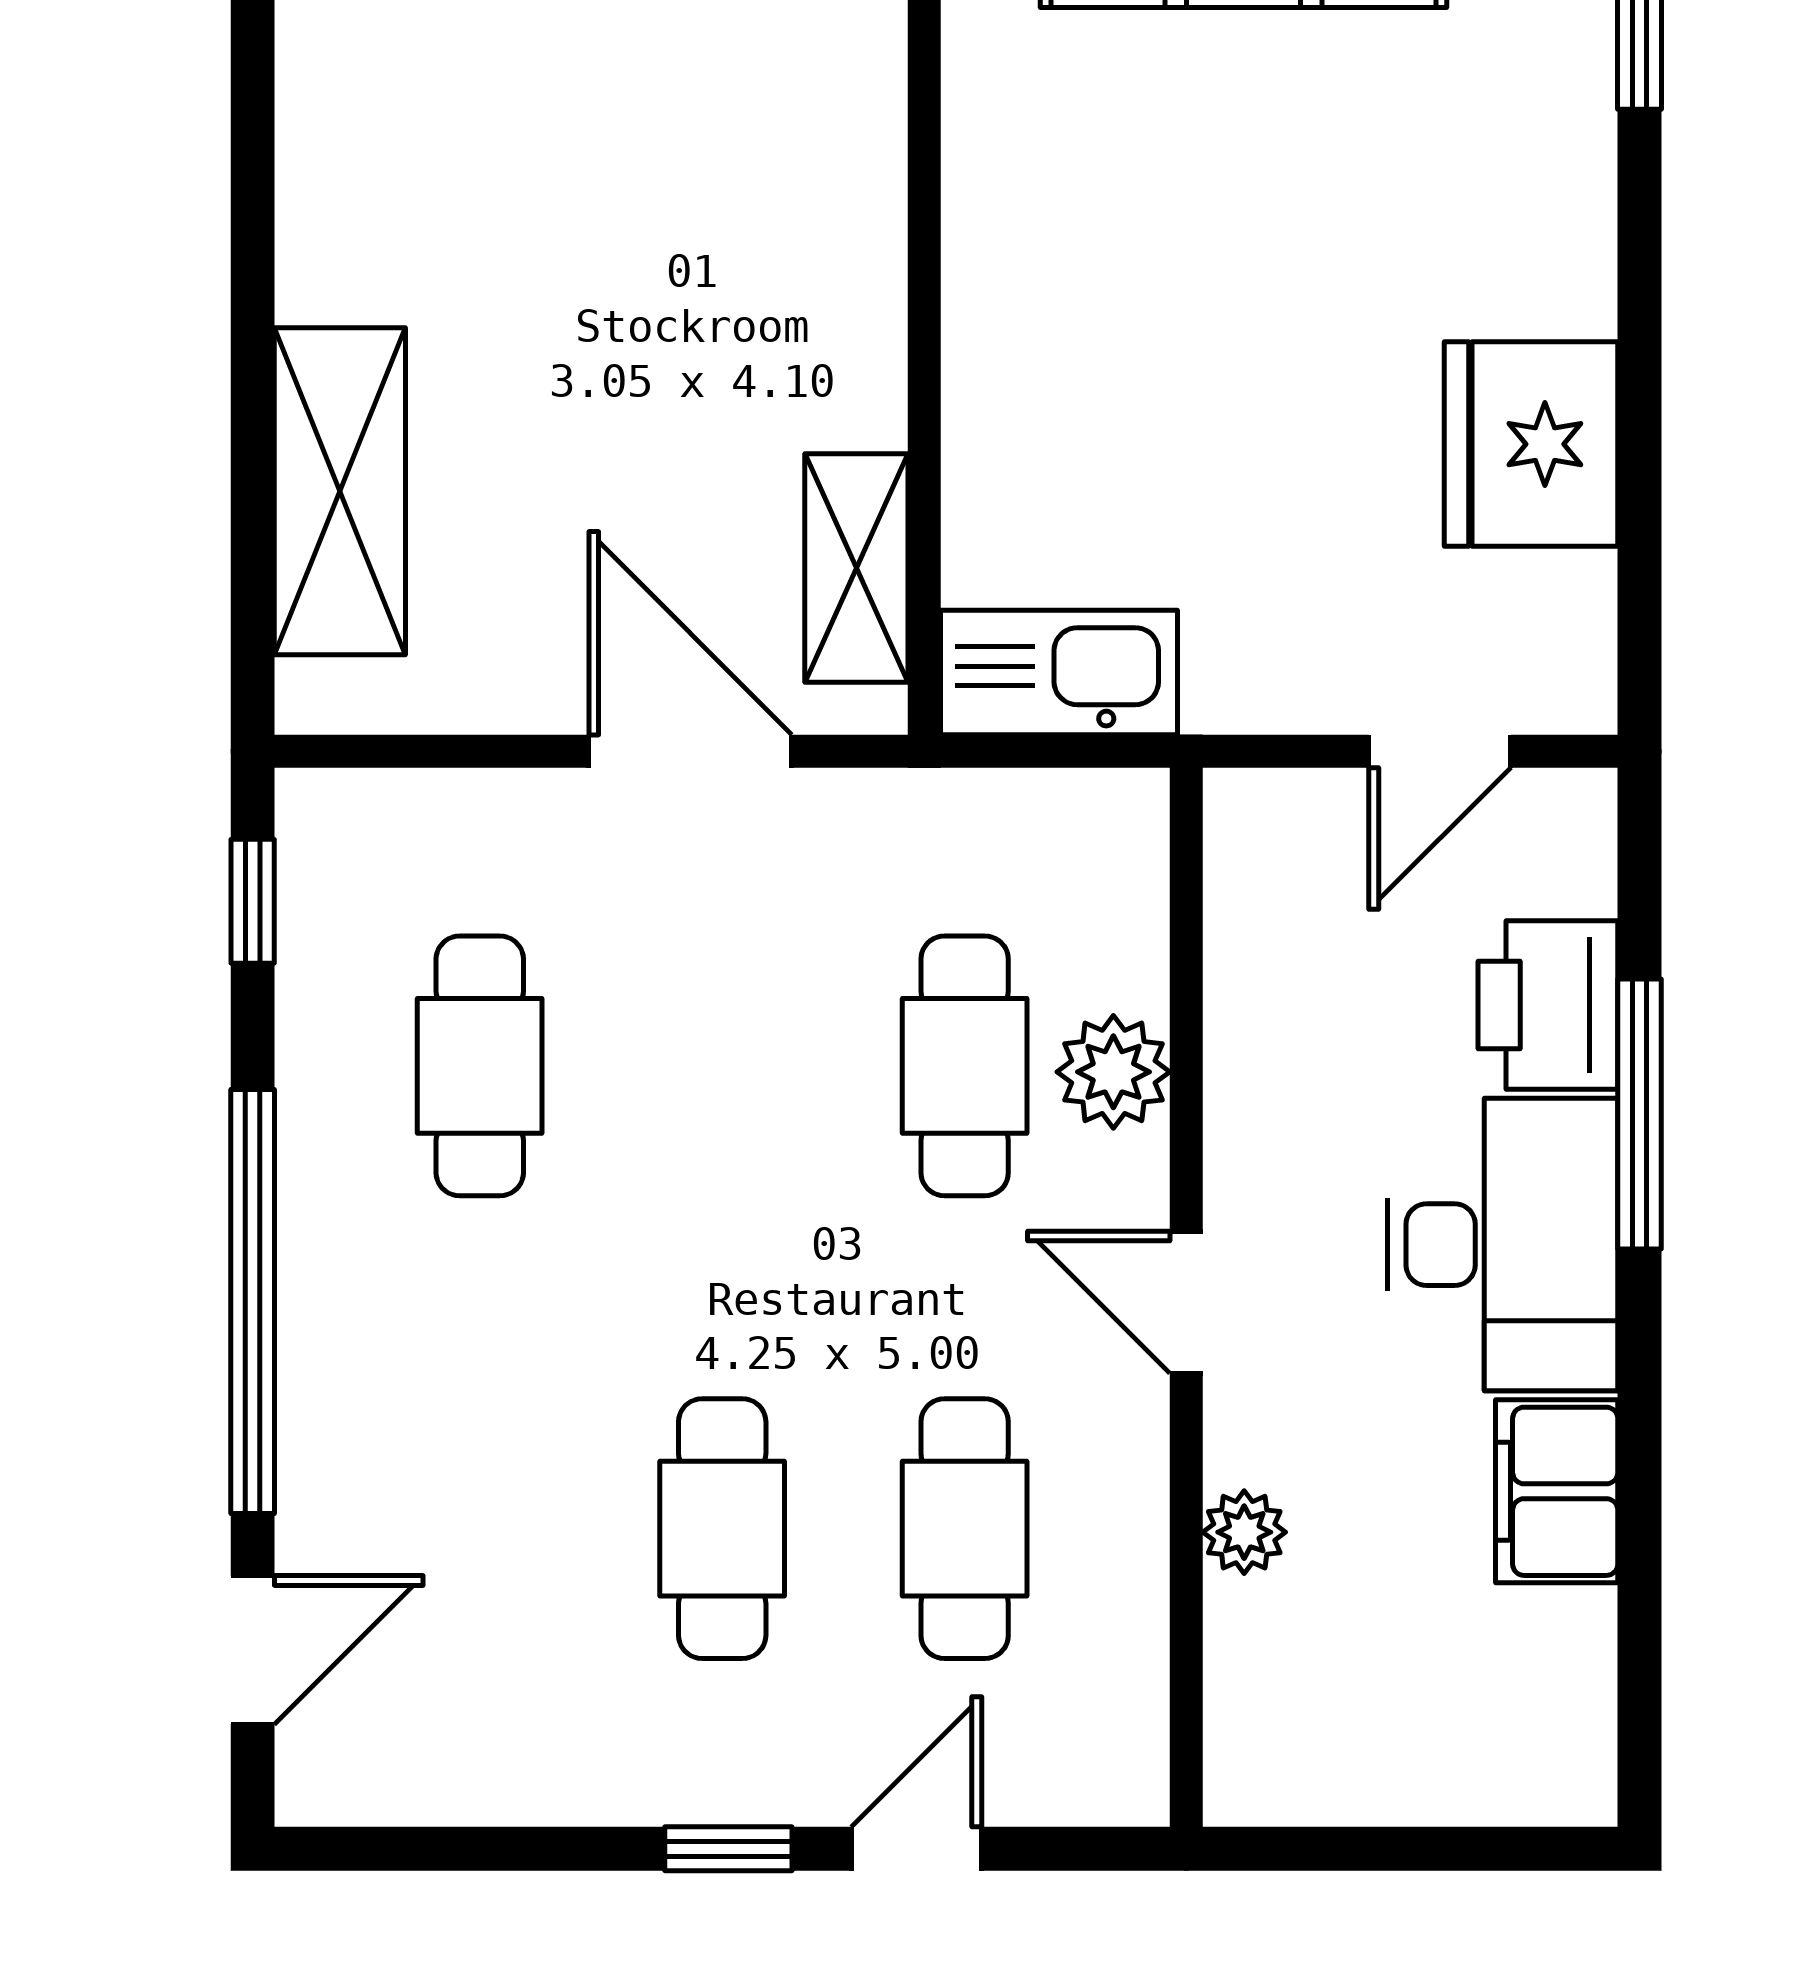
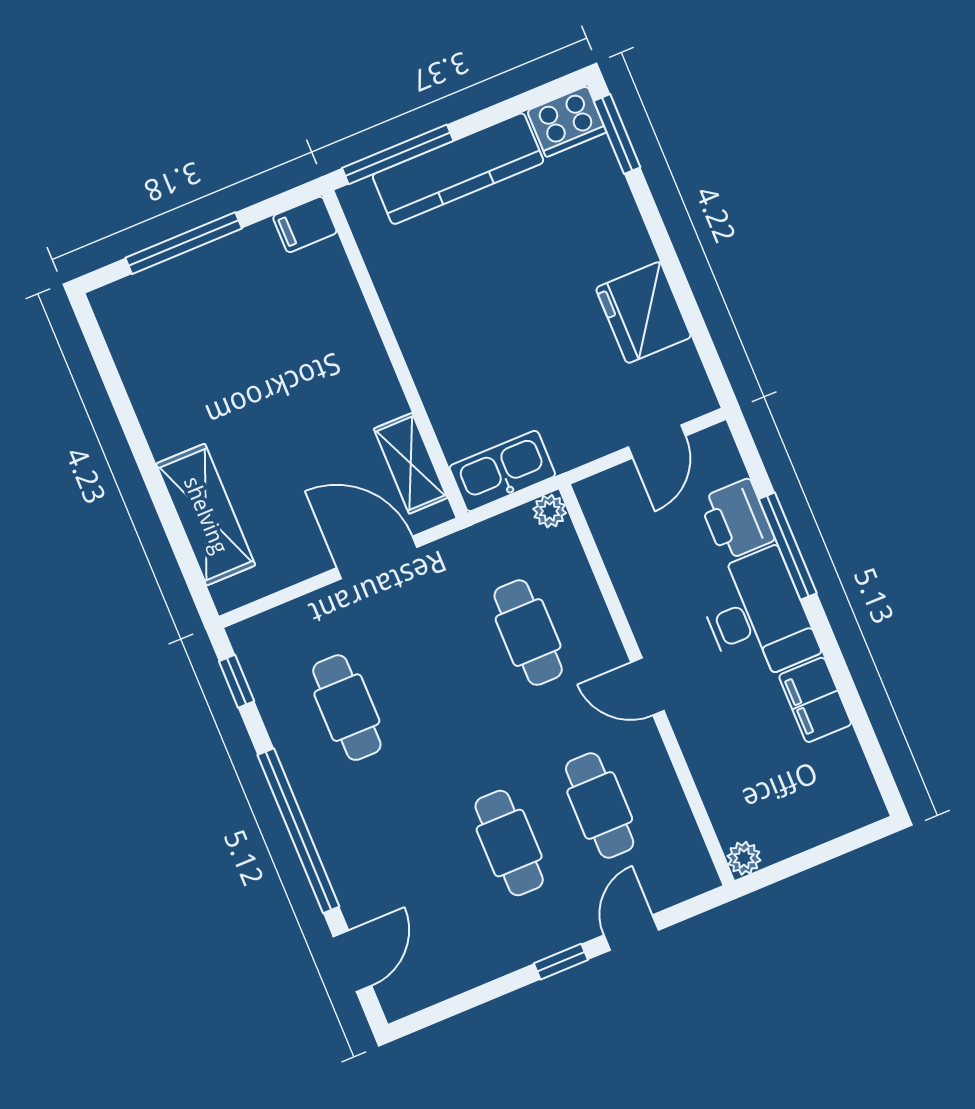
plant: (1113, 1072) -> (550, 511), moved, width x0.73, depth x0.73
plant: (1244, 1532) -> (744, 858), moved

